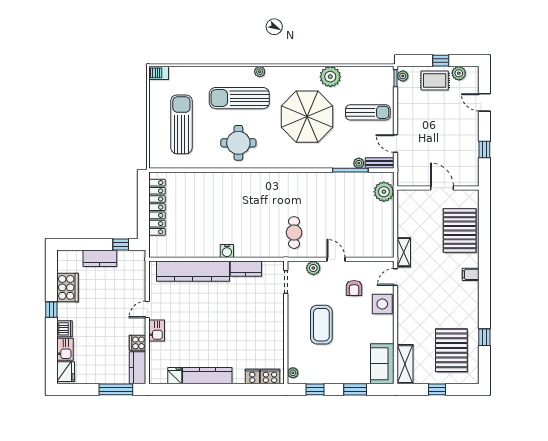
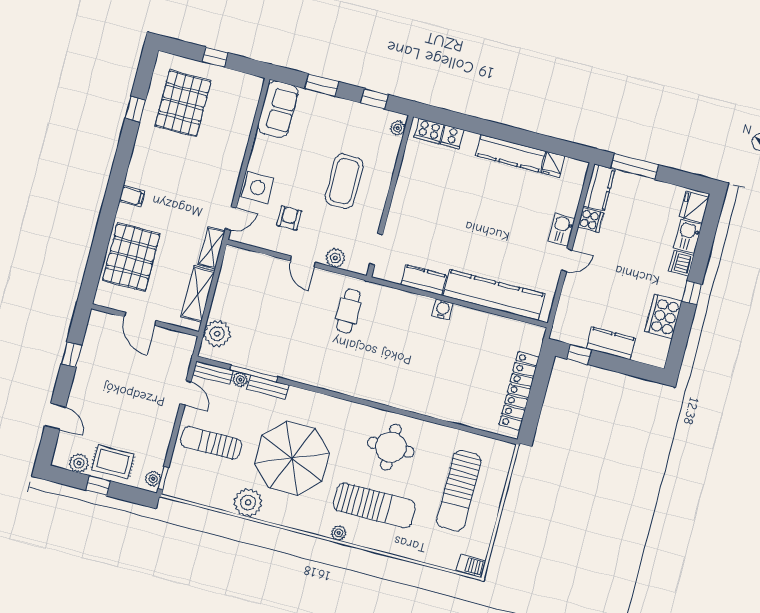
bench: (338, 163) -> (268, 387), added
shelving: (405, 364) -> (198, 294), moved

